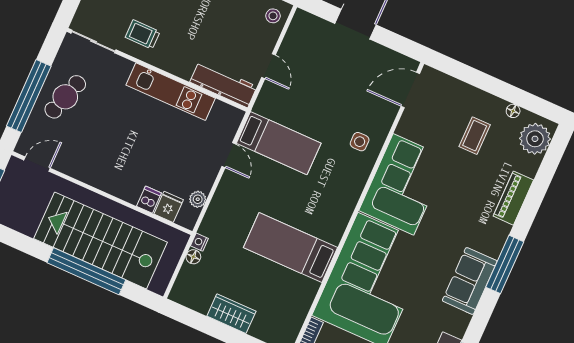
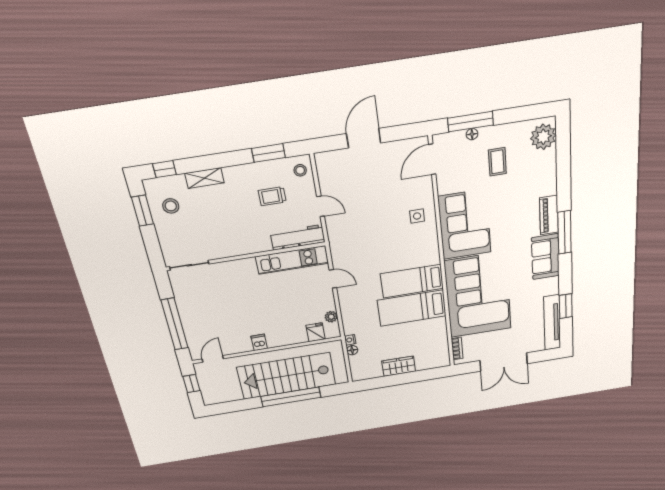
trolley: (143, 34) -> (272, 196), moved
window: (470, 75) -> (471, 122), added
kitchen unit: (171, 92) -> (292, 260), moved
cafe table: (65, 97) -> (198, 310), removed
floor lamp: (513, 111) -> (472, 134), moved
bed: (279, 143) -> (412, 281), moved, turned 180
piano: (513, 198) -> (549, 215), moved
dishwasher: (149, 200) -> (259, 342), moved

